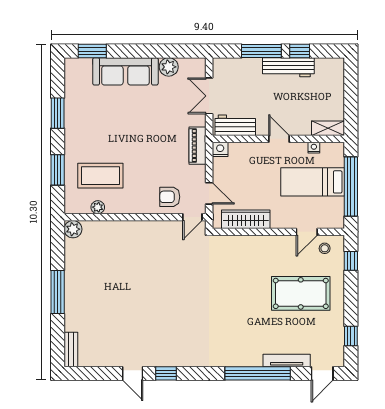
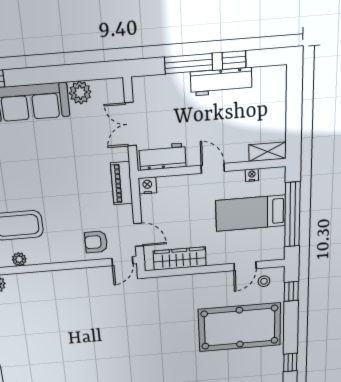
pool table: (301, 293) -> (240, 327), width x1.36, depth x1.32

